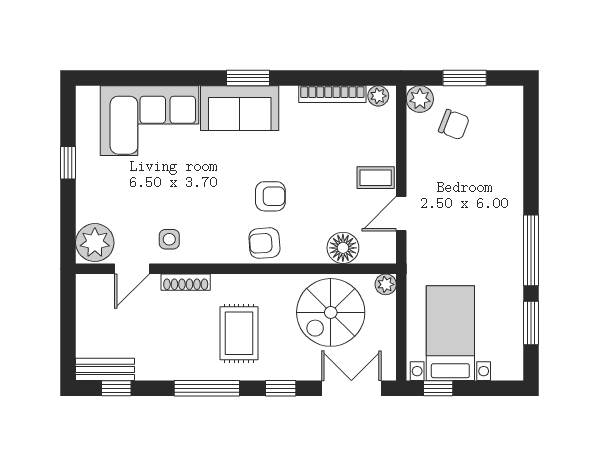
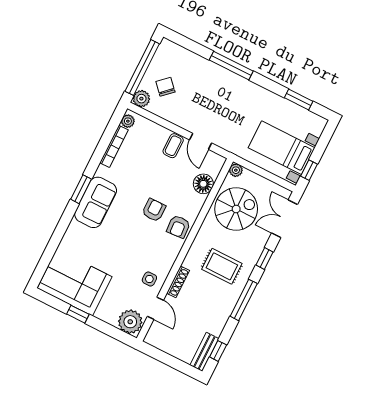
window: (465, 78) -> (142, 68), width x2.11
corner sofa: (150, 121) -> (75, 282), moved, turned -90
chair: (454, 125) -> (165, 87), turned -64
window: (531, 250) -> (231, 66), moved
spiral stairs: (331, 312) -> (236, 209), turned -90

